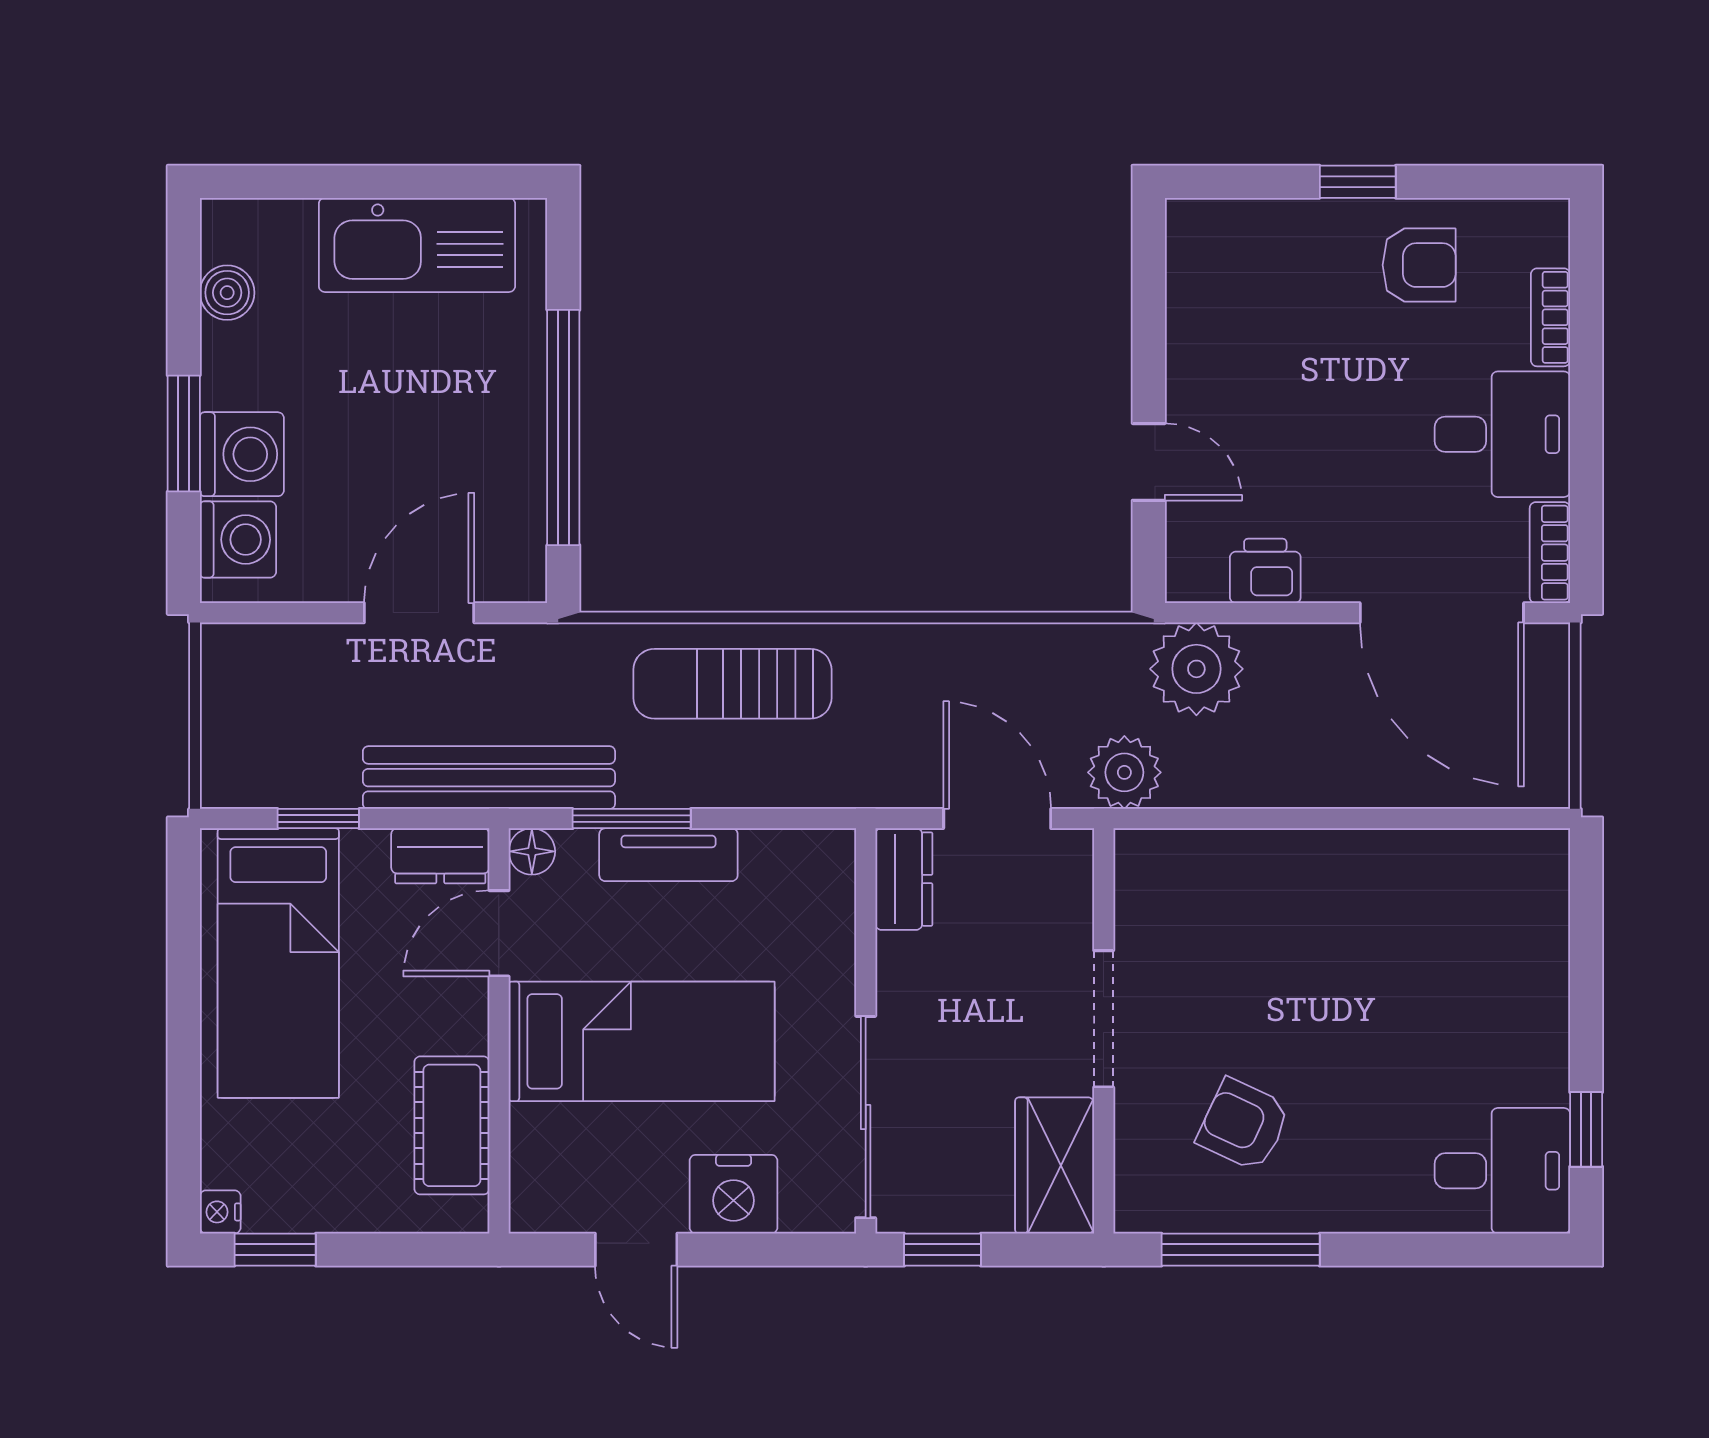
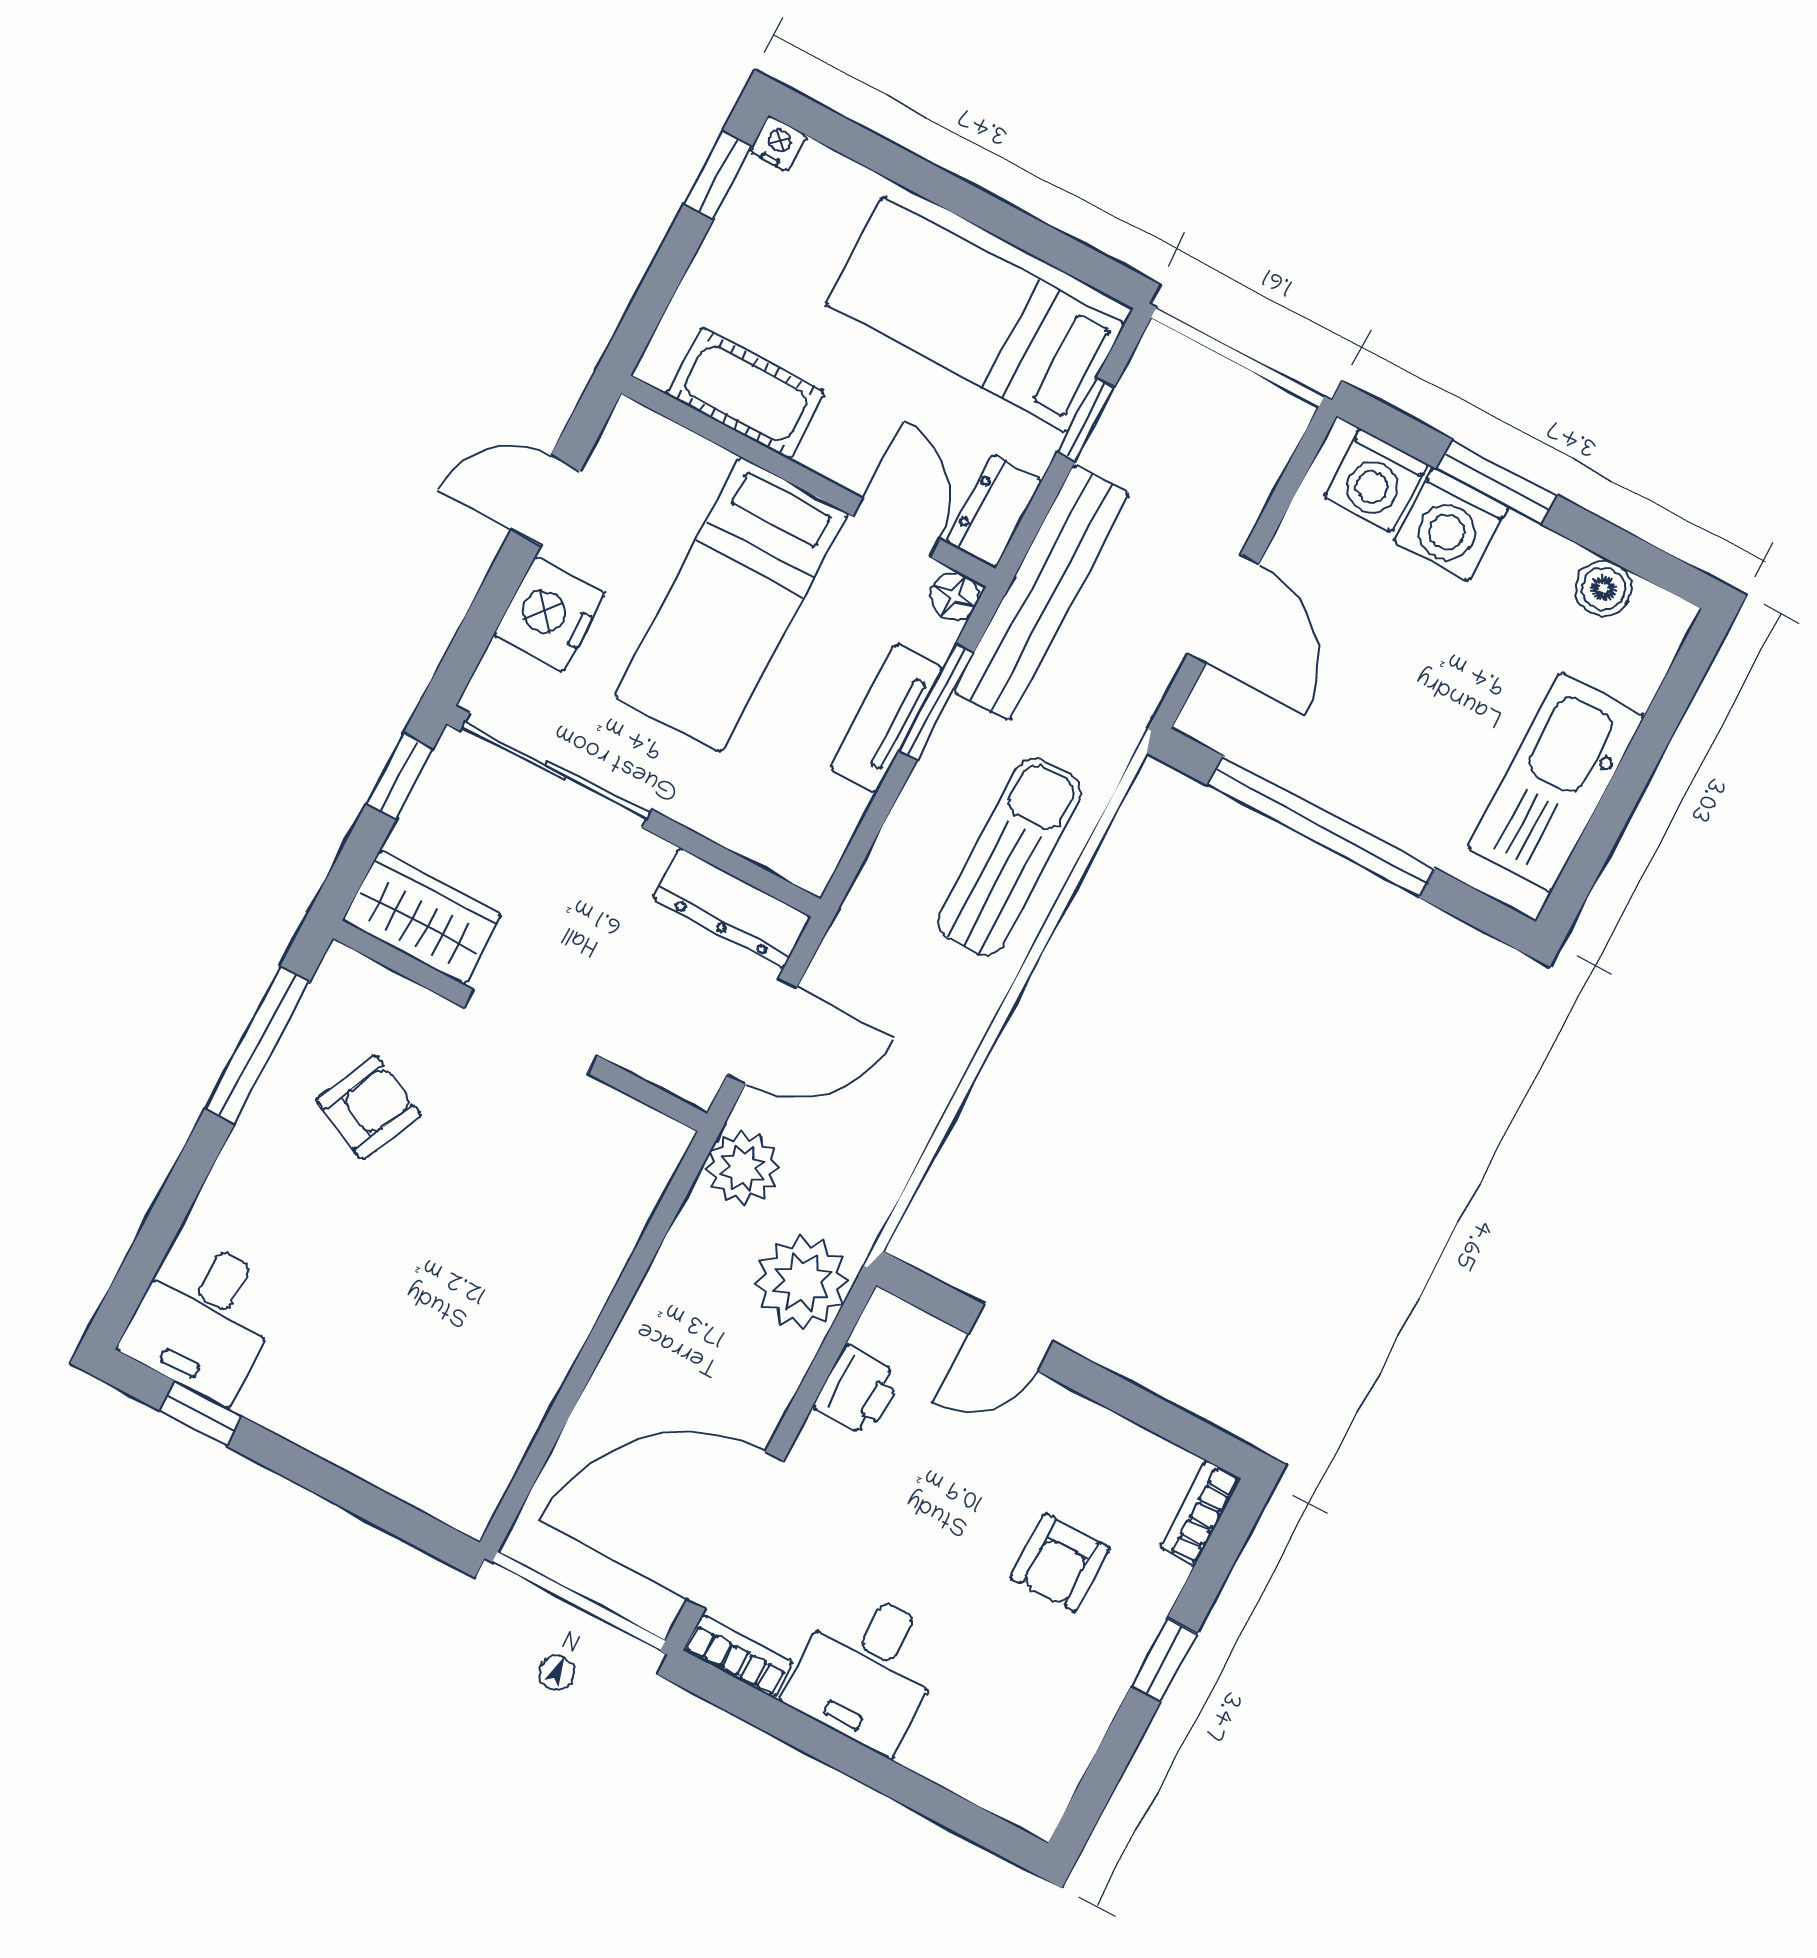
armchair: (1419, 265) -> (1060, 1563), moved
bookcase: (1550, 317) -> (1200, 1513), moved, turned -90
dresser: (904, 879) -> (732, 908), width x1.44

